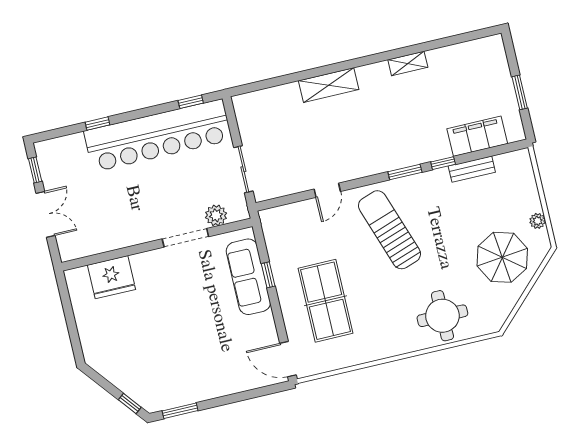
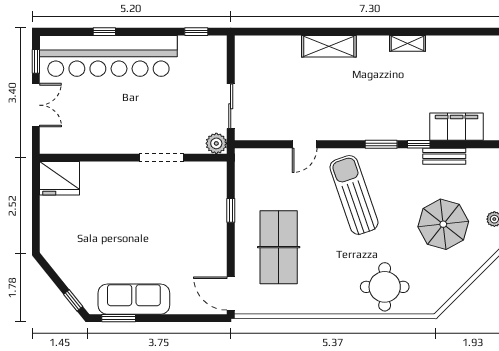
bar counter: (158, 135) -> (108, 56), moved
plant: (216, 215) -> (216, 143), moved
parasol: (502, 257) -> (443, 224), moved
fridge: (111, 277) -> (60, 178), moved
sofa: (248, 277) -> (134, 299), moved, turned 90

